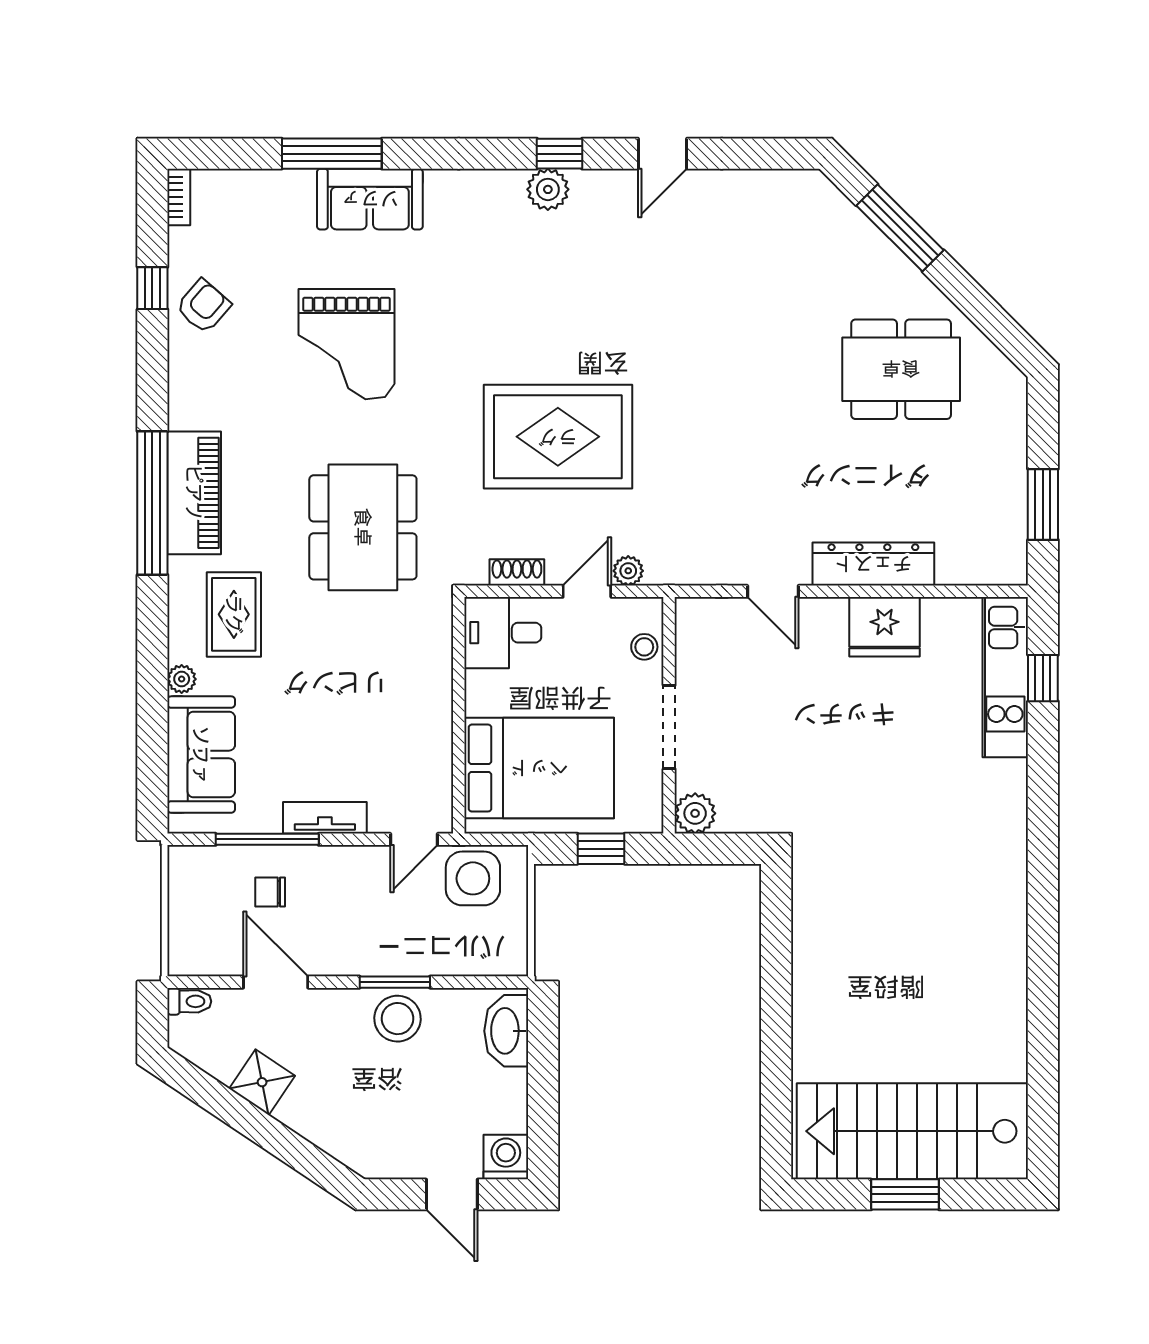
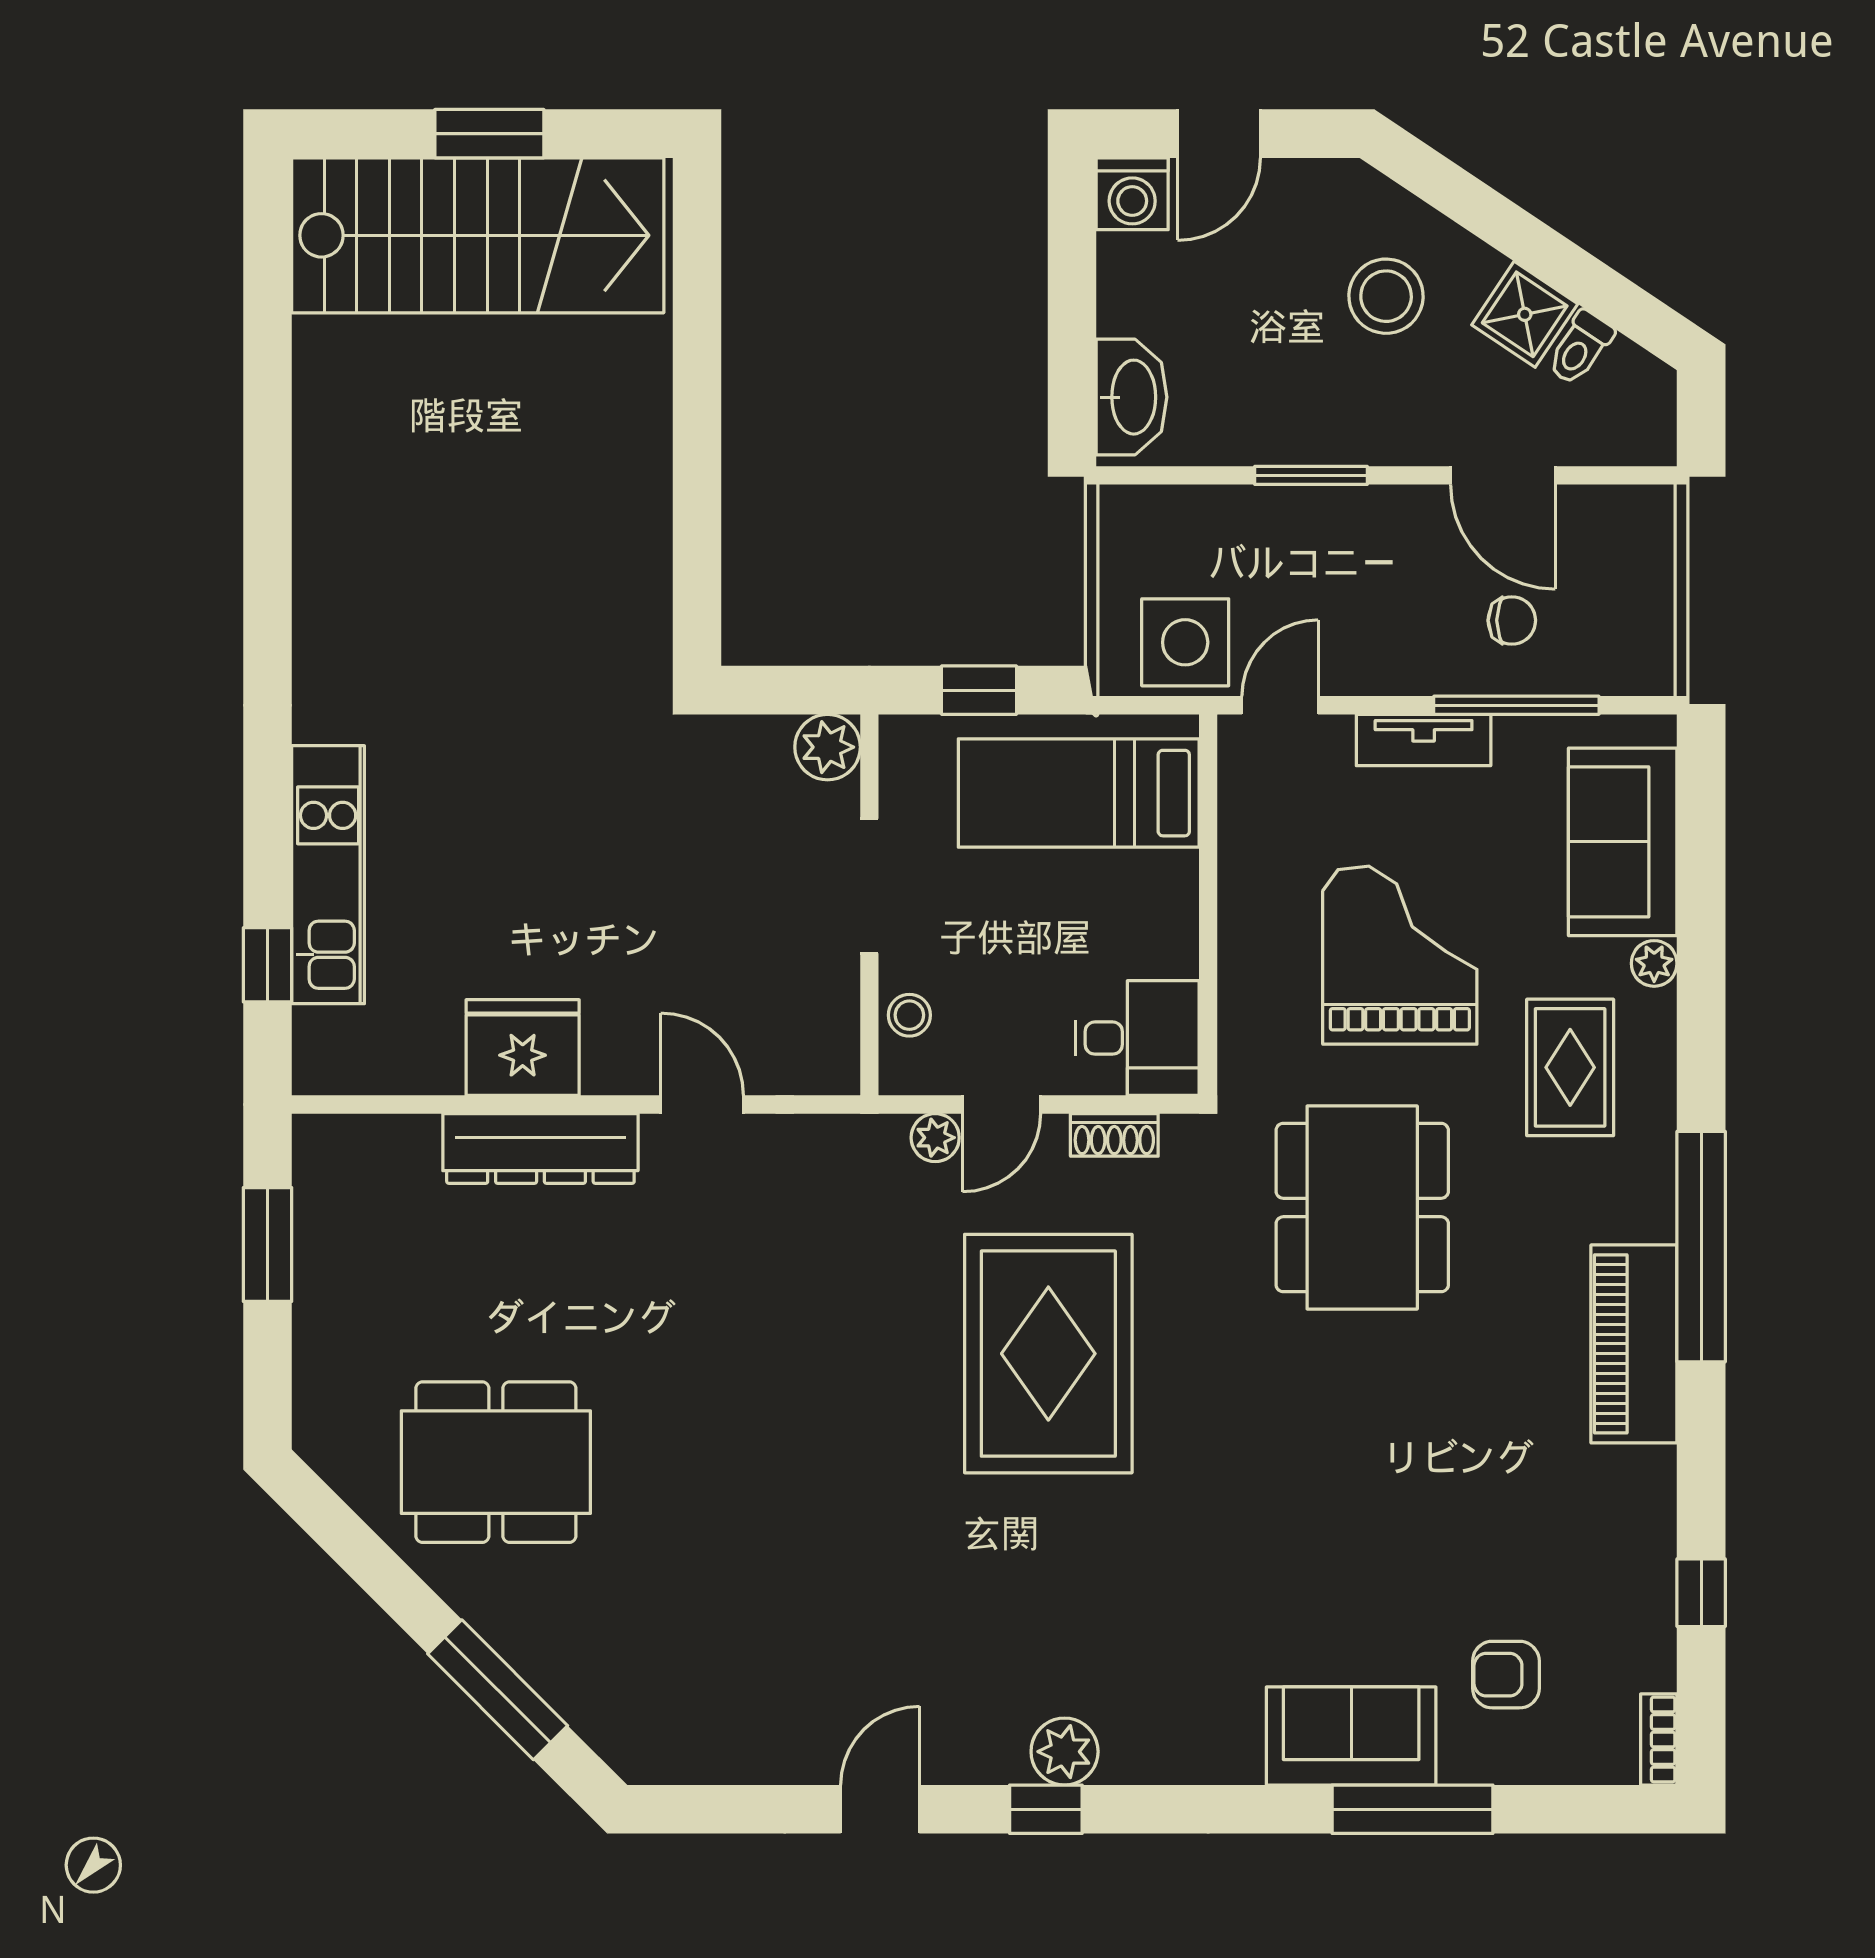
armchair: (203, 306) -> (1506, 1675), moved, turned 49
grand piano: (346, 344) -> (1400, 955), moved
rug: (558, 437) -> (1048, 1354), turned 90
piano: (194, 493) -> (1634, 1344), moved
kitchen unit: (1005, 677) -> (328, 875), moved
bed: (539, 768) -> (1079, 793), width x0.67
toilet: (189, 1001) -> (1580, 348), moved, turned -56
stool: (397, 1019) -> (1386, 296), moved
door: (452, 1194) -> (1219, 134), swing flipped

